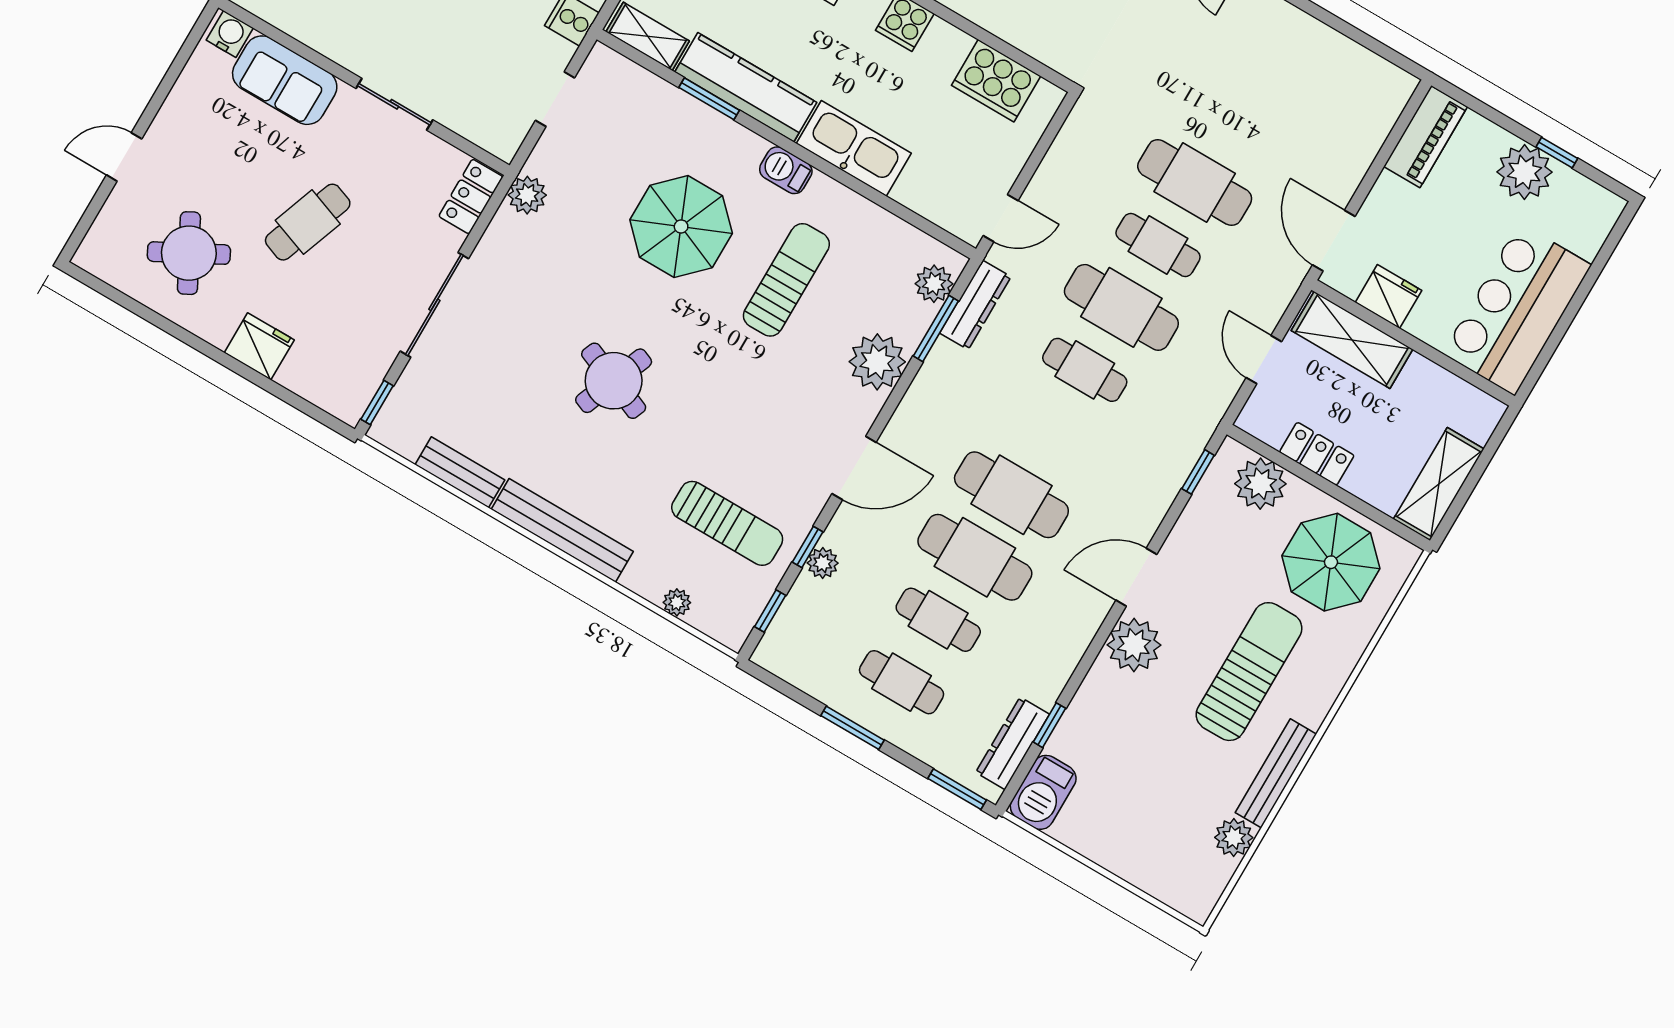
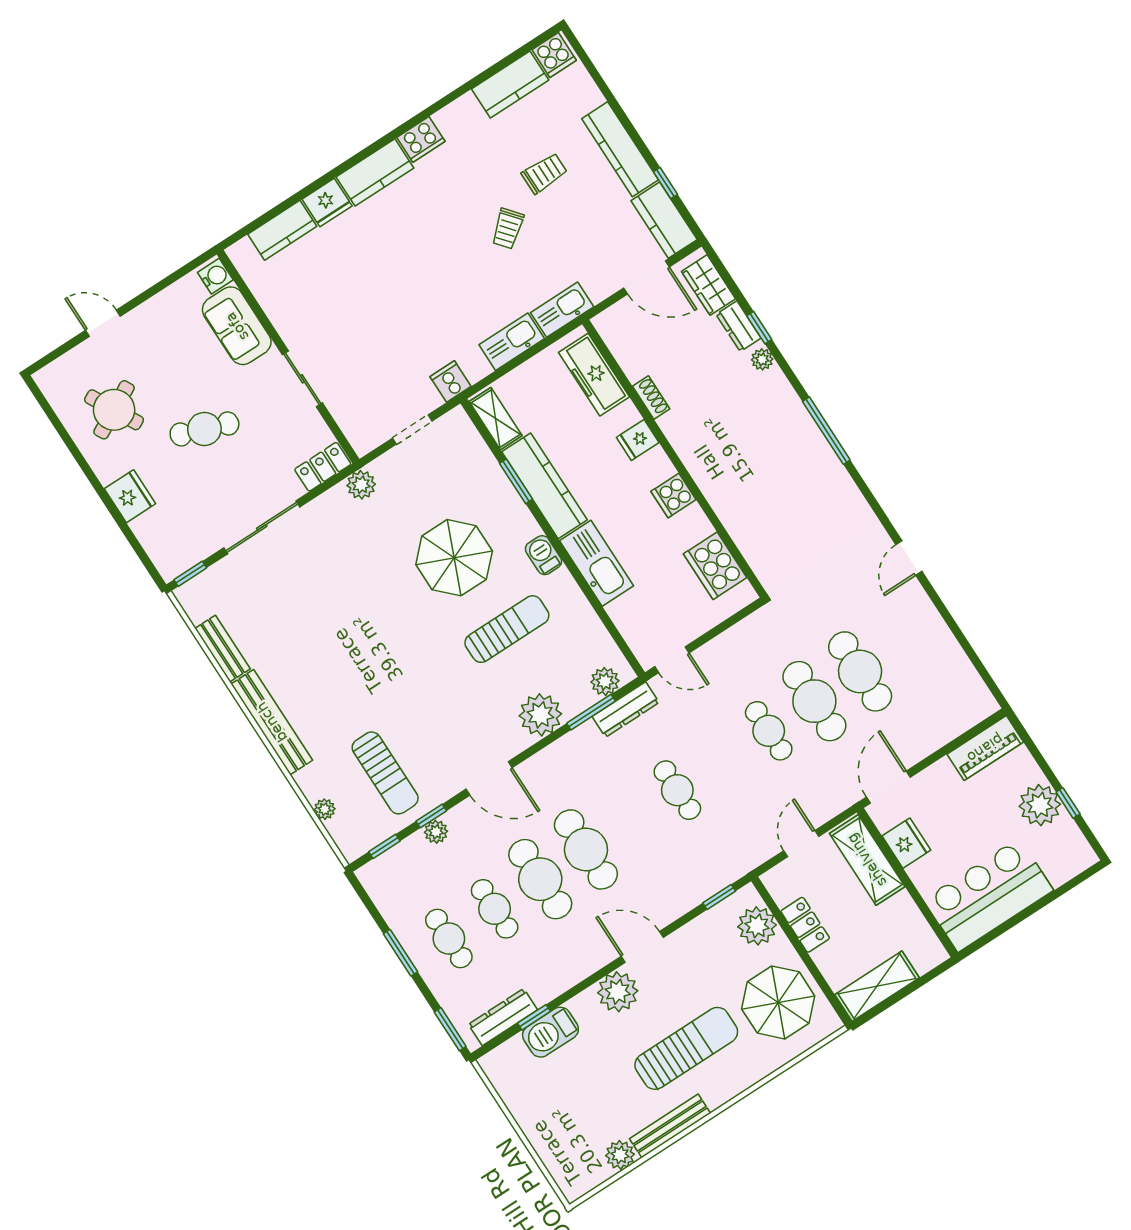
cafe table: (1121, 307) -> (860, 671), moved
round table: (614, 381) -> (357, 639), removed
barbecue: (1043, 792) -> (550, 1032), moved

